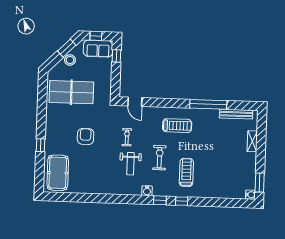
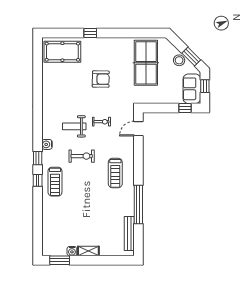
shelving: (252, 141) -> (88, 251), moved
treadmill: (186, 172) -> (55, 182), moved, turned 90
water cooler: (250, 195) -> (72, 251), moved

